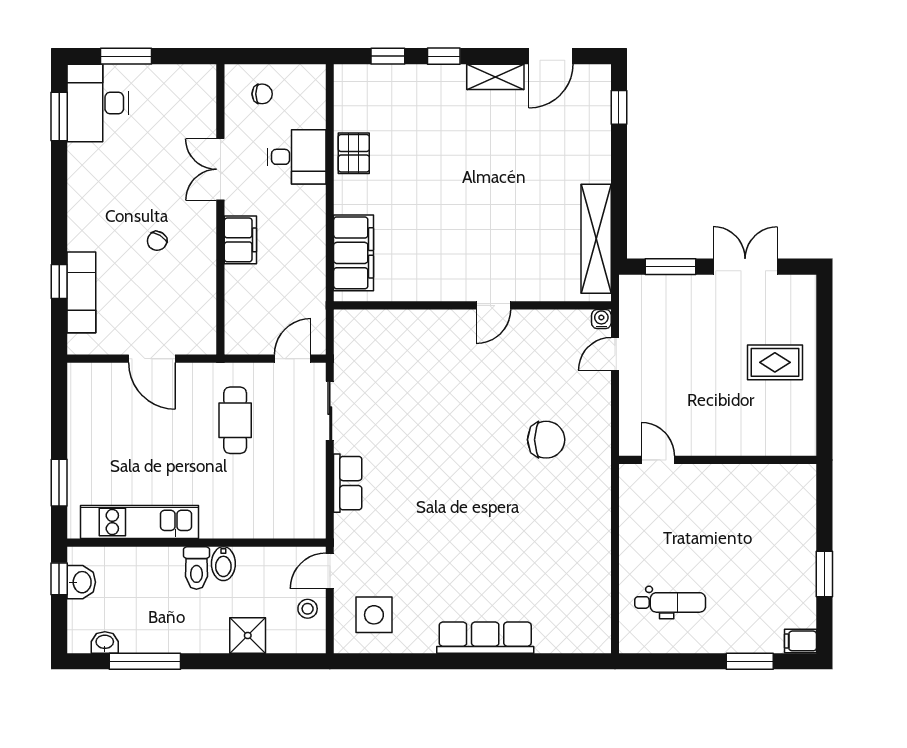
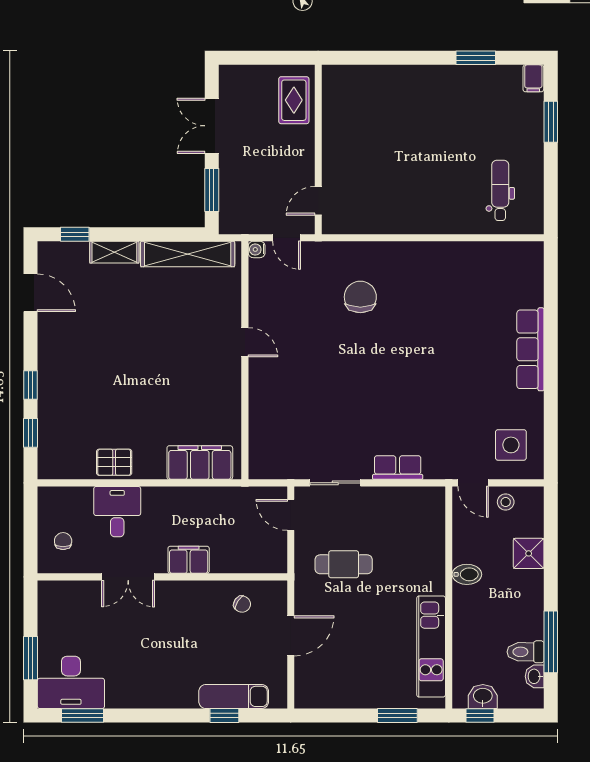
shelving: (495, 77) -> (114, 252), moved, turned 90
chair: (157, 241) -> (242, 604), moved
door: (658, 460) -> (318, 201), moved
wall: (718, 460) -> (318, 150), moved
toilet: (196, 568) -> (526, 652), moved, turned 180

